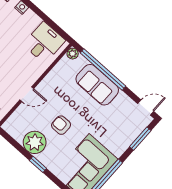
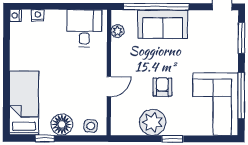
plant: (73, 54) -> (117, 31), moved
armchair: (61, 125) -> (162, 87), turned 90

